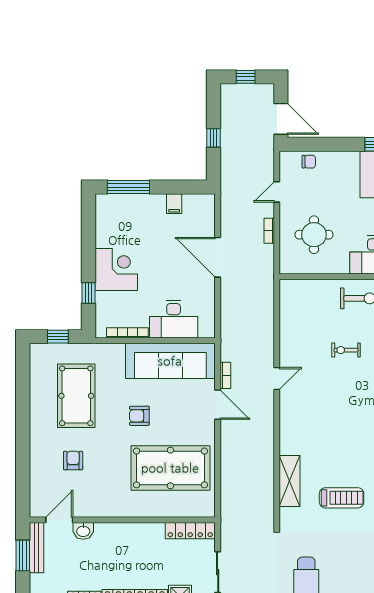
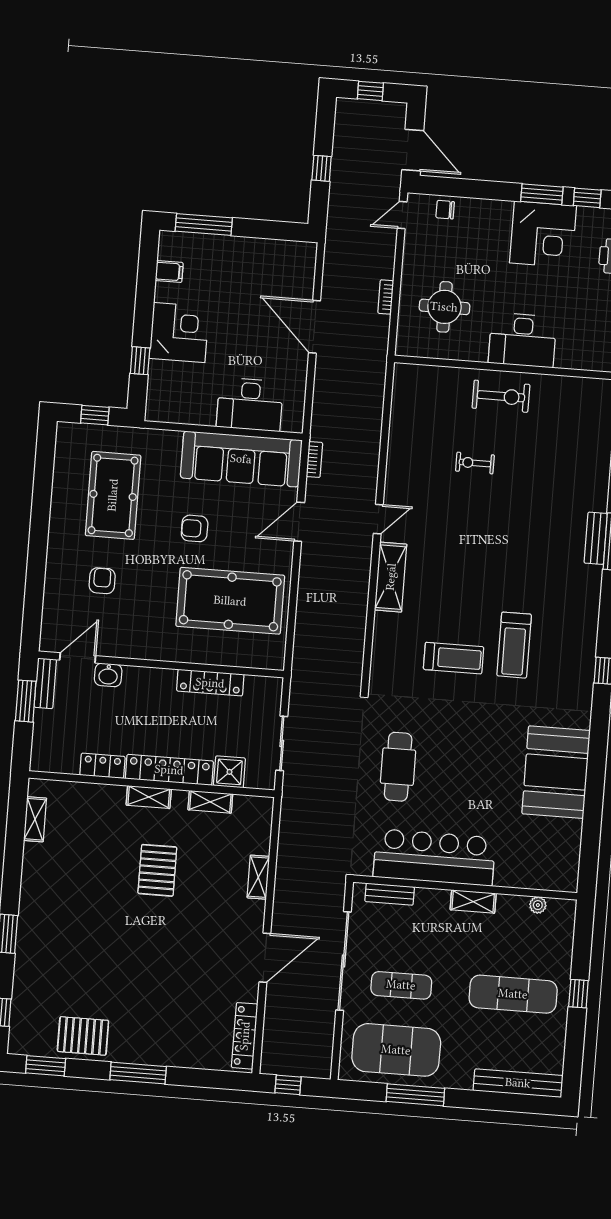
chair: (309, 162) -> (445, 210), turned 180
door: (277, 192) -> (402, 215), moved
filing cabinet: (174, 204) -> (169, 272), moved, turned -90
bookcase: (127, 333) -> (187, 418), removed
bookcase: (225, 375) -> (314, 460), moved
door: (277, 379) -> (378, 519), moved
door: (218, 405) -> (299, 522), swing flipped
shelving: (289, 481) -> (391, 577), moved
locker: (190, 531) -> (210, 683), moved
bench: (36, 548) -> (45, 683), width x0.73

